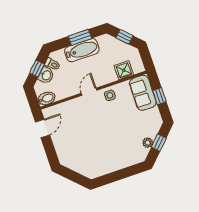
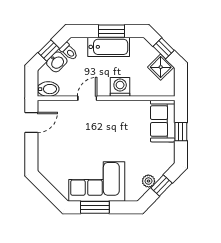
shower: (124, 70) -> (161, 67), moved, turned 45
washing machine: (101, 78) -> (120, 87), added
door: (89, 92) -> (87, 98), moved
side table: (110, 95) -> (123, 111), removed
corner sofa: (108, 157) -> (97, 181), added
window: (113, 177) -> (95, 207), added

